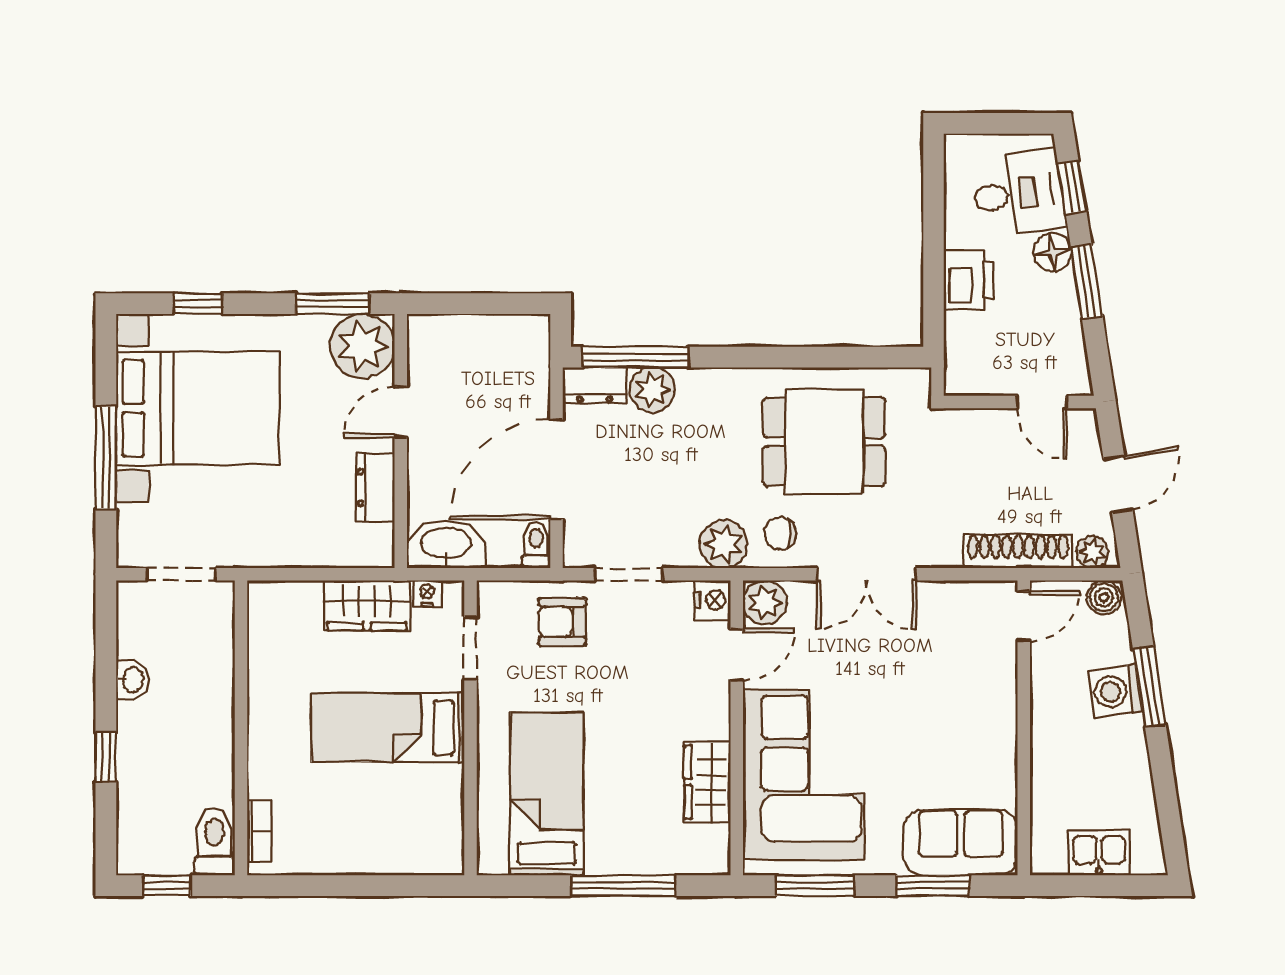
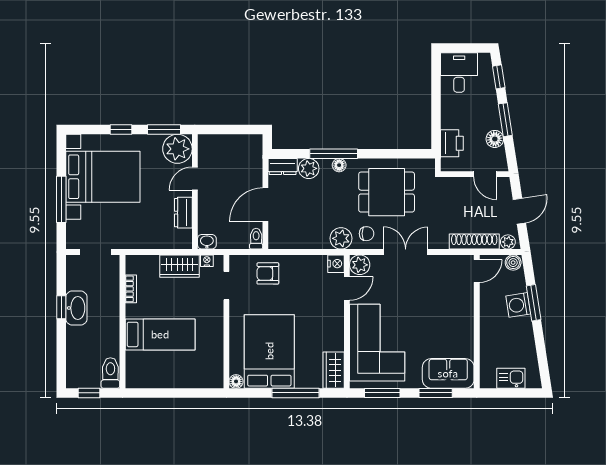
desk: (1018, 194) -> (459, 72), moved, turned -81
floor lamp: (1052, 252) -> (495, 139), moved
printer: (969, 280) -> (452, 143), moved
window: (198, 304) -> (121, 130), moved
window: (636, 357) -> (334, 154), moved
floor lamp: (719, 382) -> (339, 165), added
door: (557, 469) -> (265, 204), width x0.73
chair: (780, 534) -> (367, 234), turned 180
washbasin: (446, 544) -> (207, 242), width x0.52, depth x0.69
doorway: (628, 574) -> (298, 252), removed
double door: (866, 574) -> (406, 252), swing flipped
washbasin: (132, 680) -> (76, 308), width x1.91, depth x1.45
bed: (388, 728) -> (160, 334), moved, turned 180
window: (106, 757) -> (61, 307), moved
wardrobe: (707, 782) -> (334, 370), moved
bed: (547, 794) -> (269, 351), width x1.50
bookcase: (259, 831) -> (131, 289), moved
floor lamp: (492, 860) -> (236, 381), added

